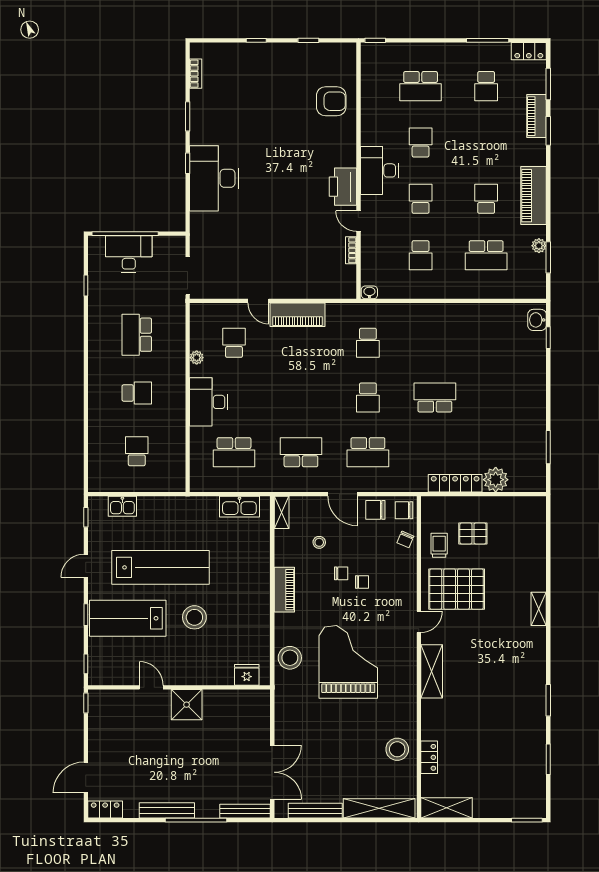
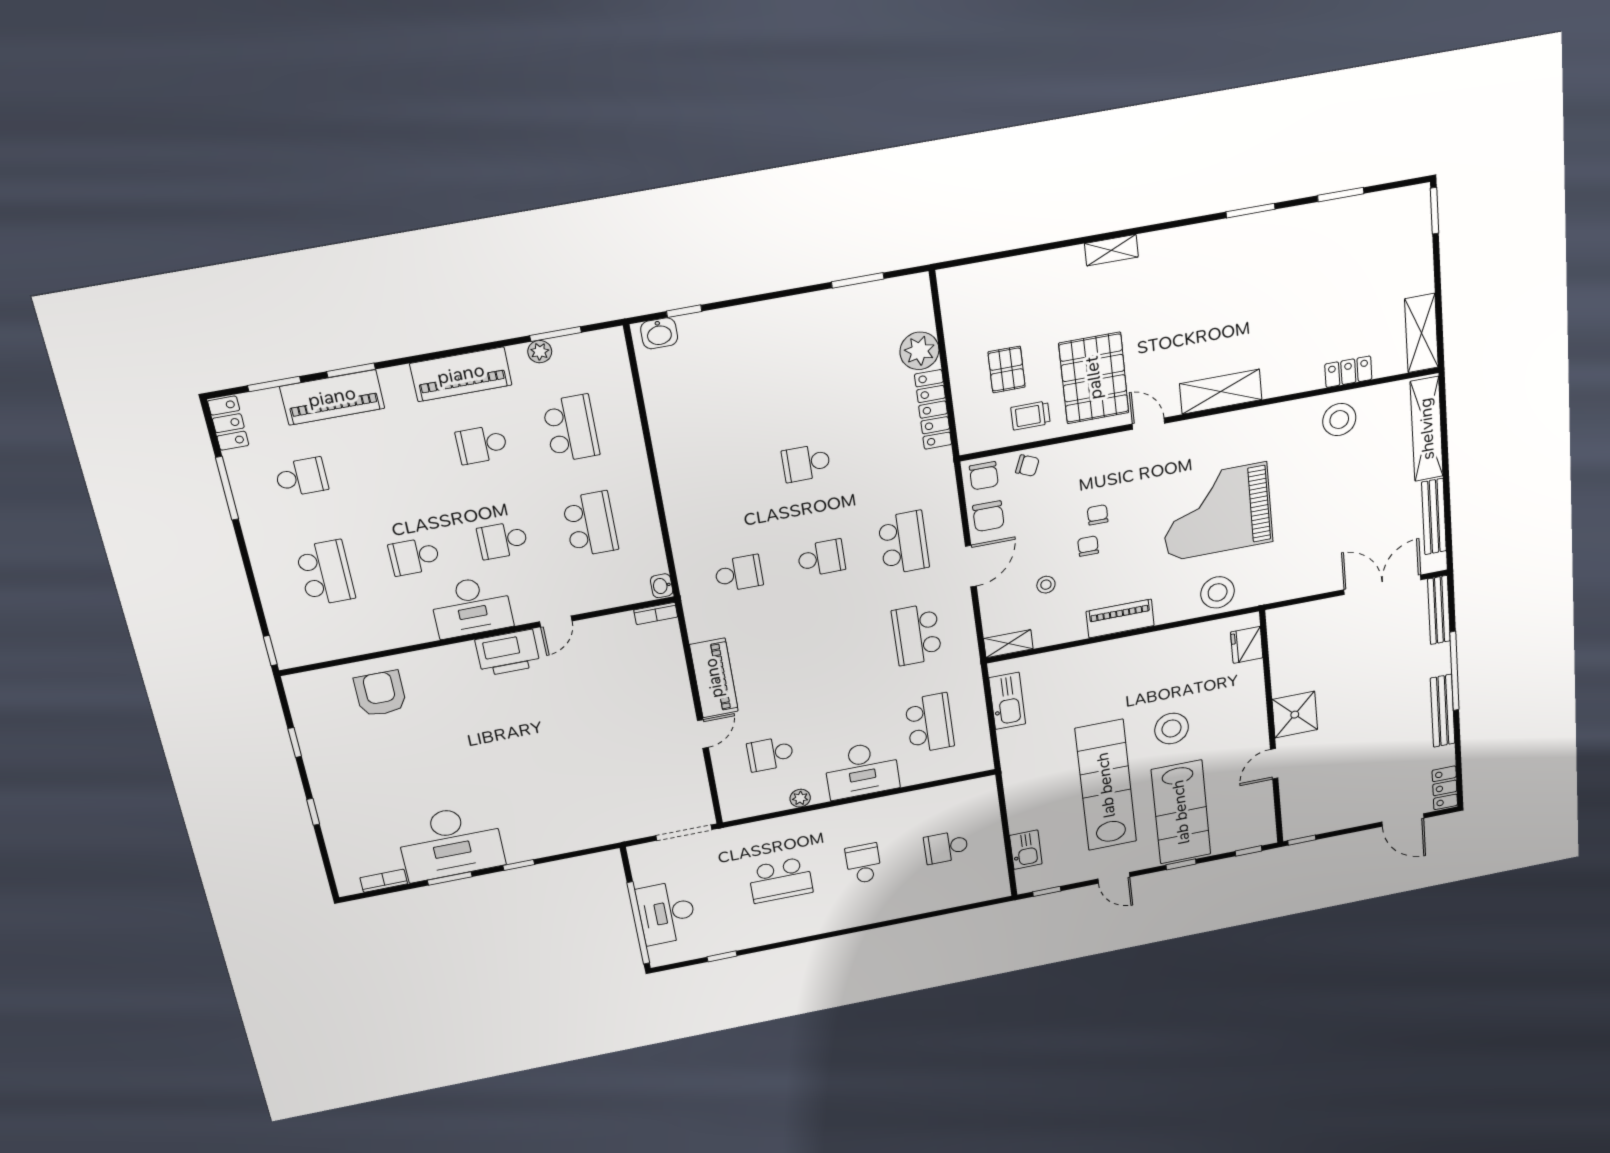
piano: (536, 116) -> (332, 397), width x1.37, depth x1.33
desk: (214, 178) -> (451, 843), moved
bookcase: (351, 250) -> (656, 613), moved
school desk: (421, 255) -> (590, 524), width x1.85
school desk: (435, 398) -> (806, 463), width x0.54

